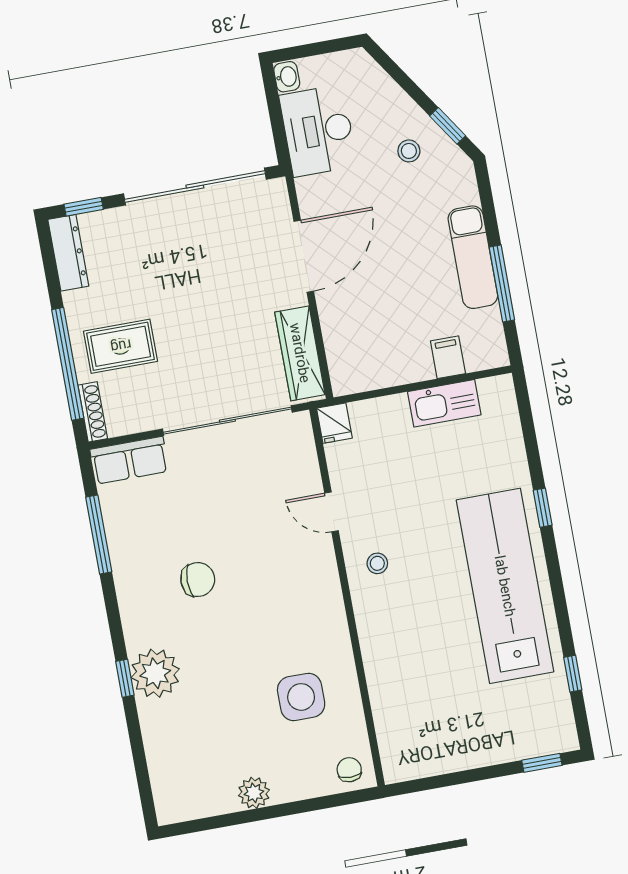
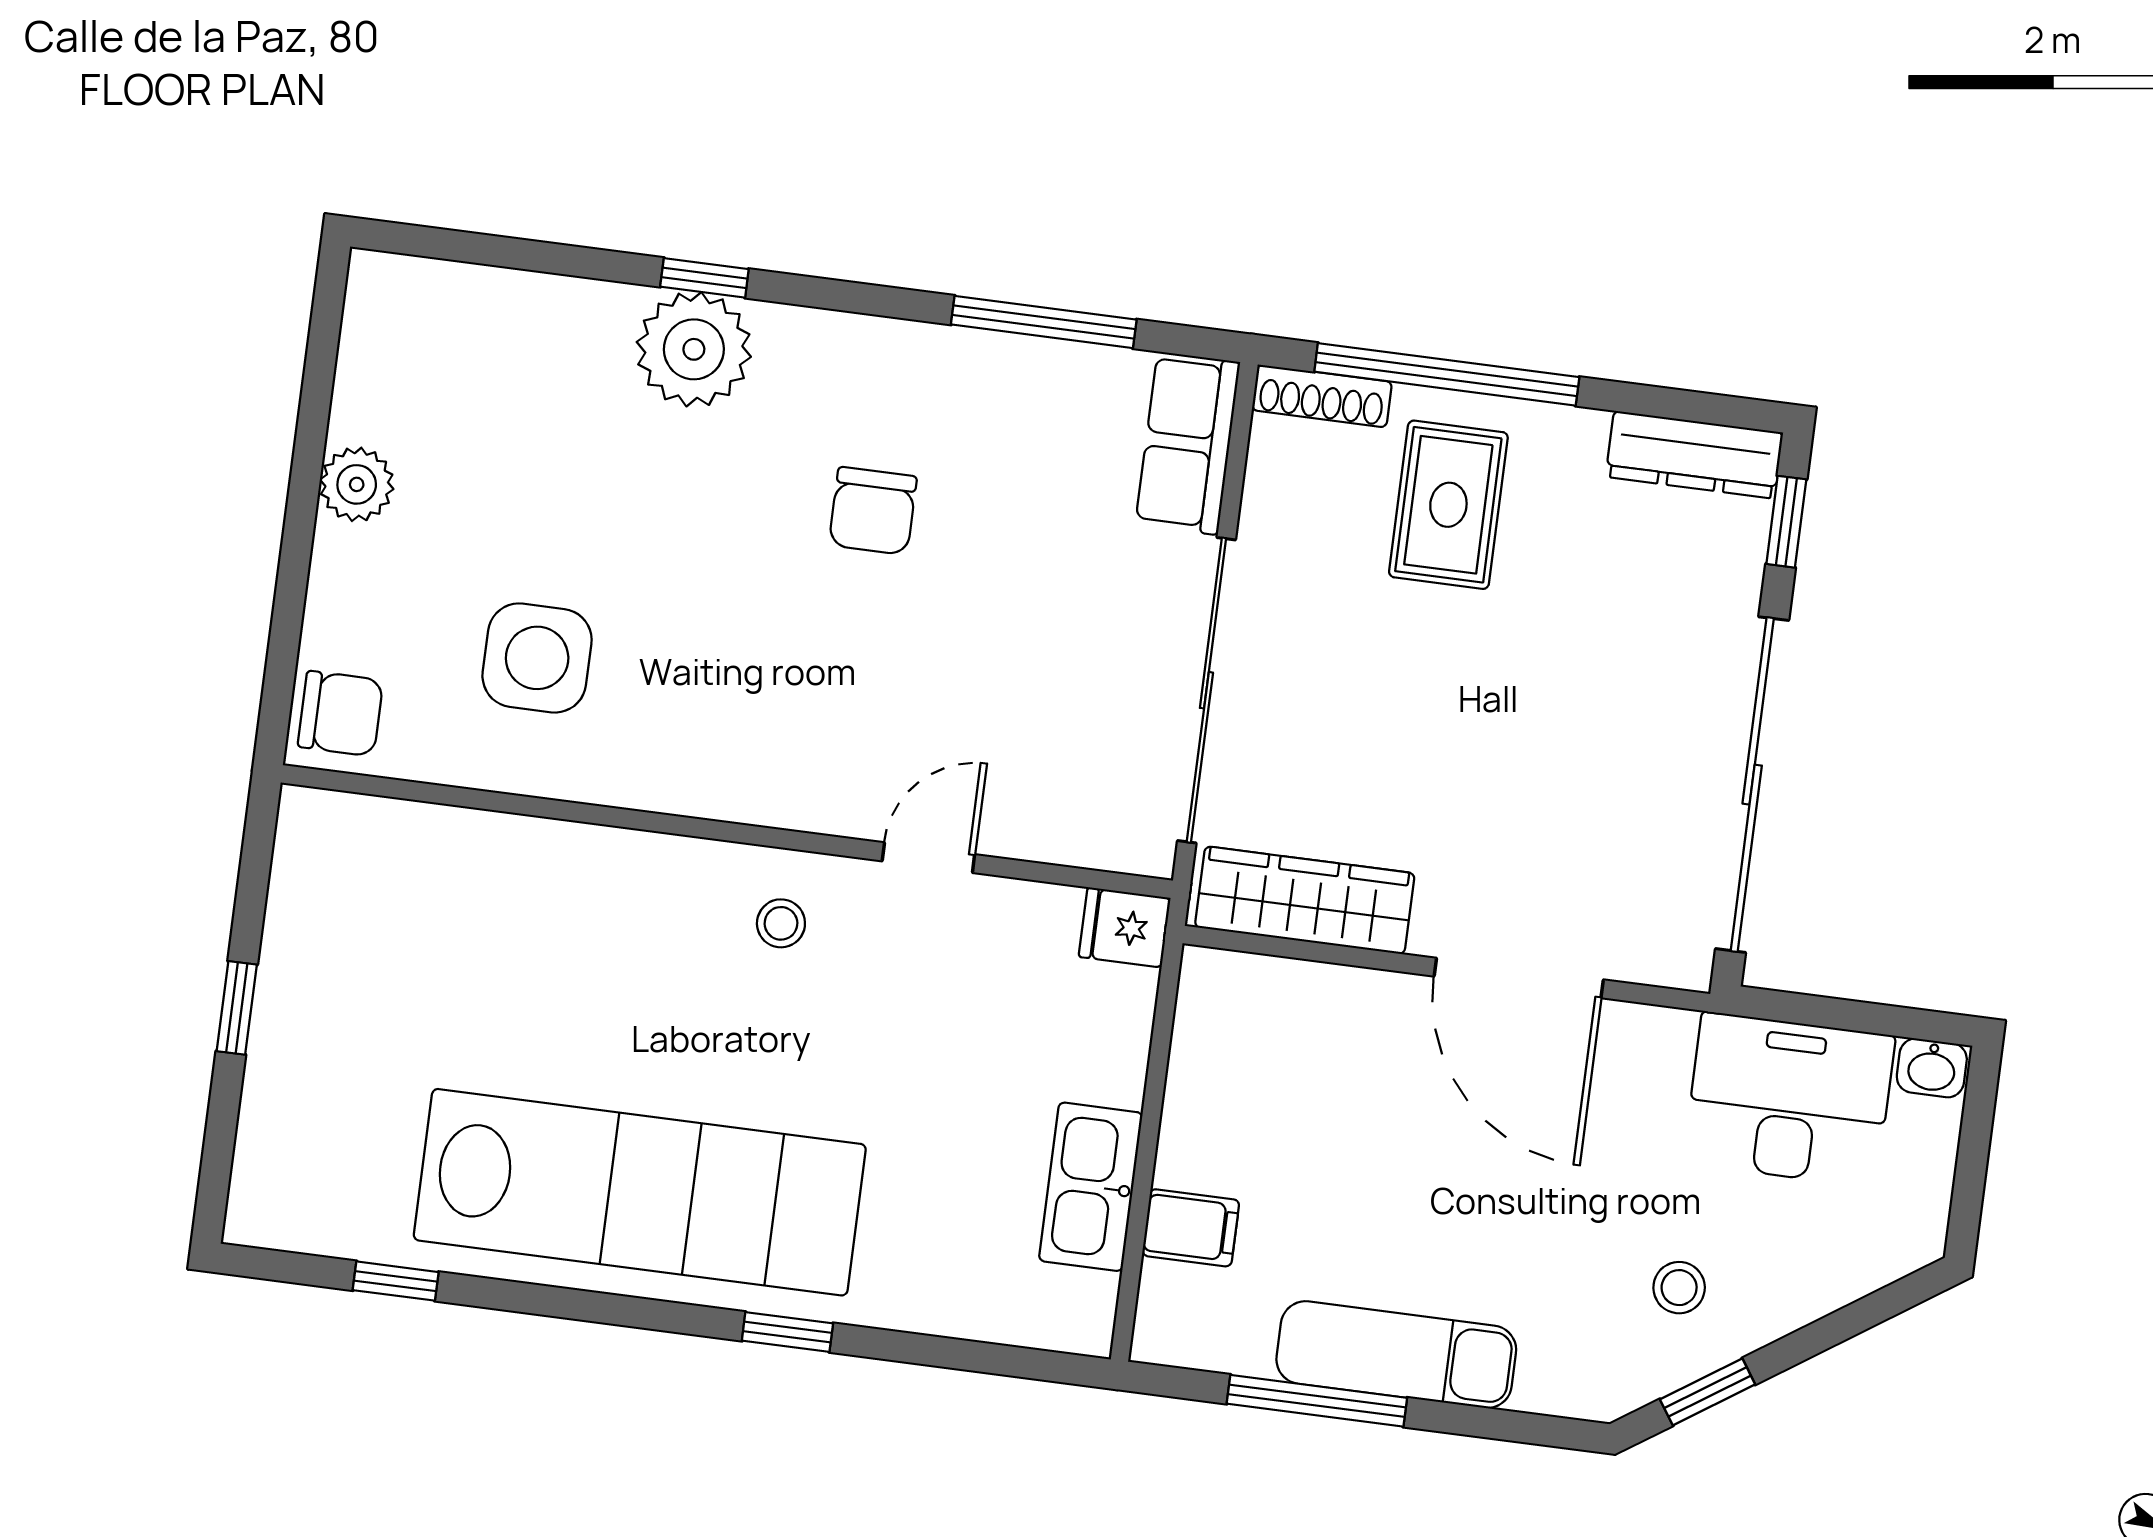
window: (542, 763) -> (237, 1008), moved
chair: (349, 770) -> (340, 714), width x1.37, depth x1.37

